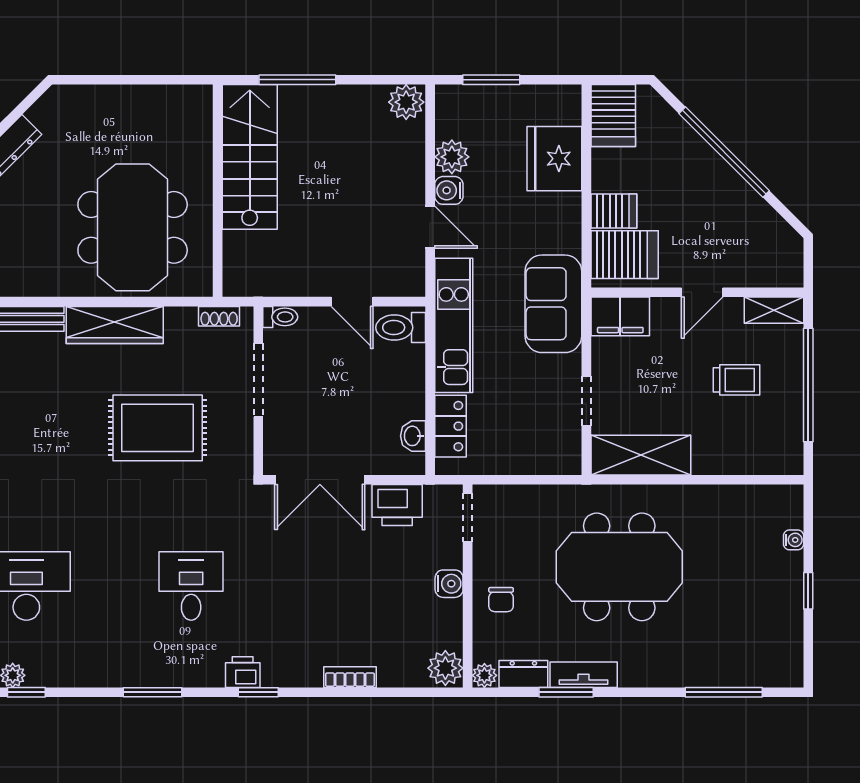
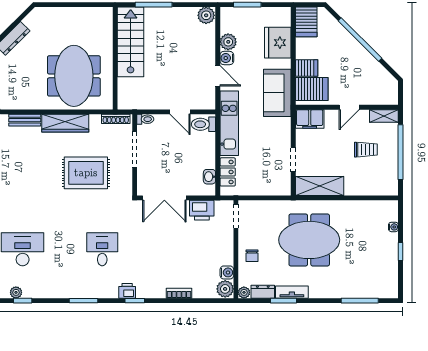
sofa: (553, 304) -> (277, 93), moved
shoe rack: (219, 316) -> (116, 119), width x1.43
water cooler: (449, 584) -> (227, 272), moved

